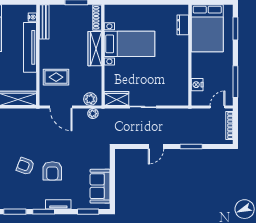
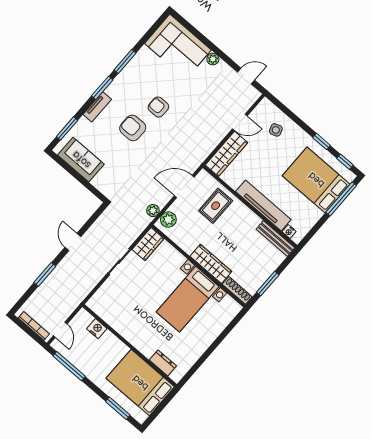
armchair: (25, 166) -> (158, 107), turned -111

